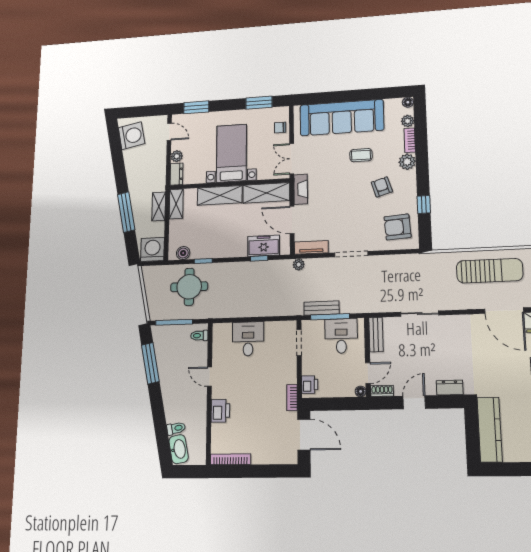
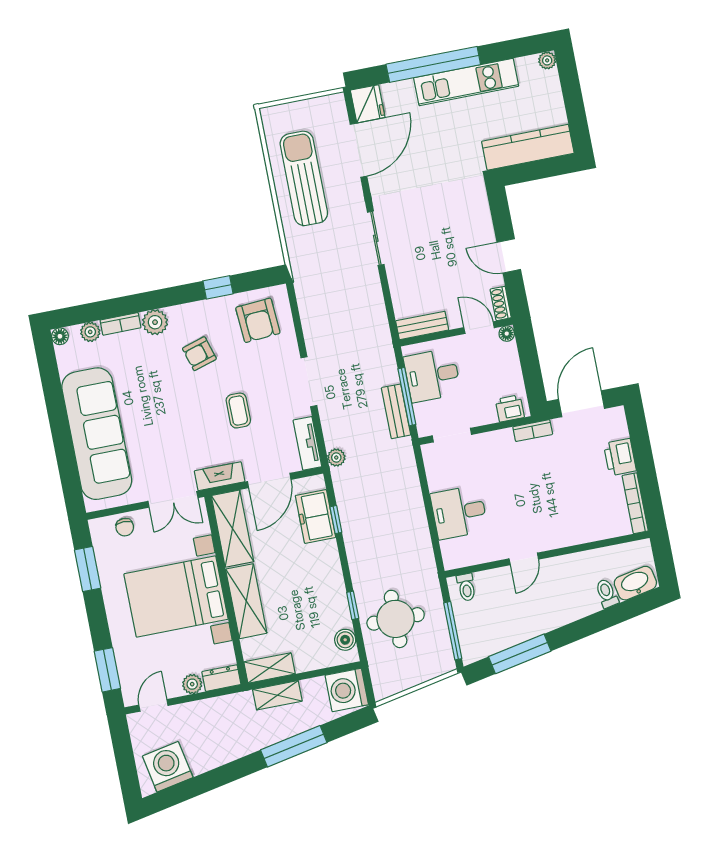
bed with nightstands: (231, 153) -> (176, 597), width x1.36
coffee table: (361, 155) -> (238, 411), moved
sliding door: (420, 314) -> (376, 238), moved
dresser: (450, 388) -> (480, 210), removed
printer: (220, 411) -> (620, 457), moved, turned -90

